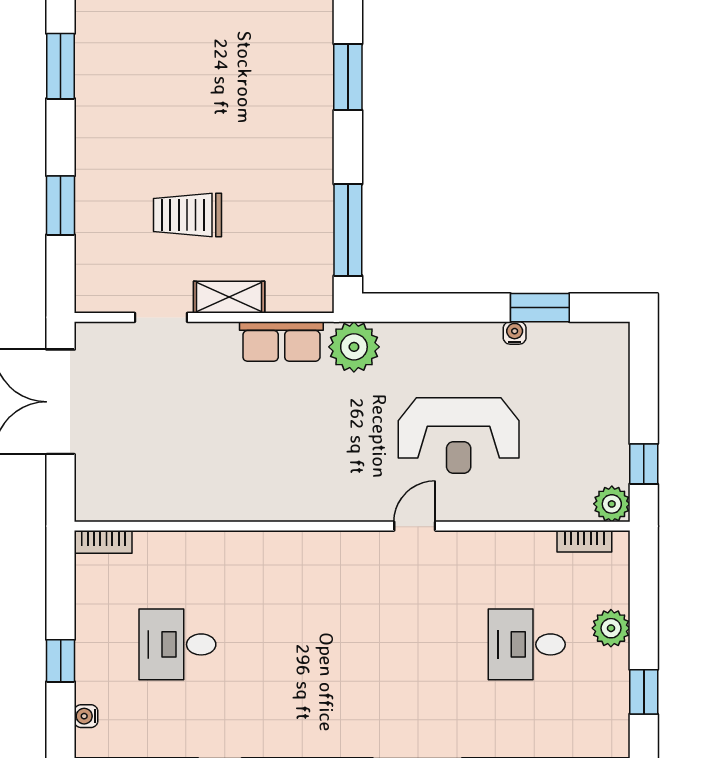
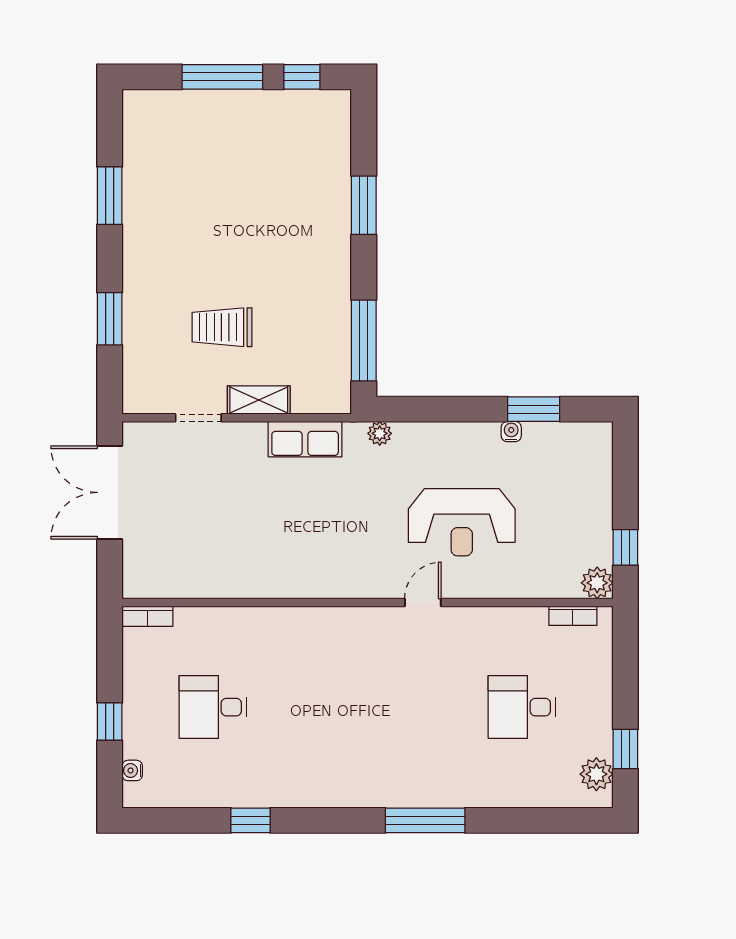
plant: (354, 347) -> (380, 433), width x0.53, depth x0.53
plant: (611, 628) -> (596, 774), moved

